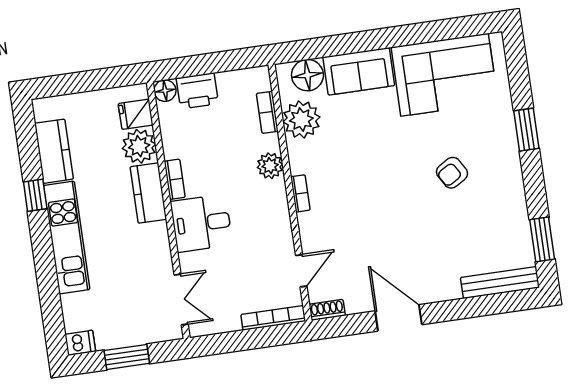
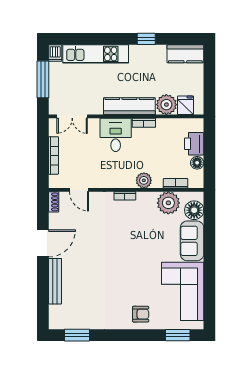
floor lamp: (165, 91) -> (197, 163), moved
window: (526, 130) -> (178, 335), moved
kitchen counter: (54, 151) -> (185, 54), moved
armchair: (452, 173) -> (141, 314), moved, turned 121
kitchen counter: (148, 193) -> (129, 106), width x1.50
kitchen unit: (67, 238) -> (96, 54), moved
bench: (500, 283) -> (55, 281), moved
bookcase: (273, 318) -> (53, 155), moved
window: (127, 357) -> (43, 79), width x1.44

